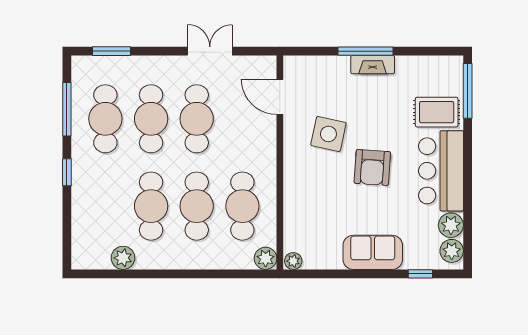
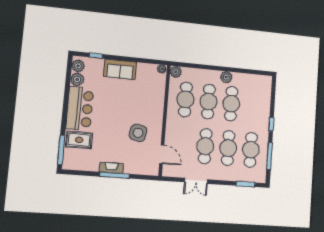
armchair: (372, 168) -> (116, 113), removed
plant: (123, 258) -> (226, 77), moved

